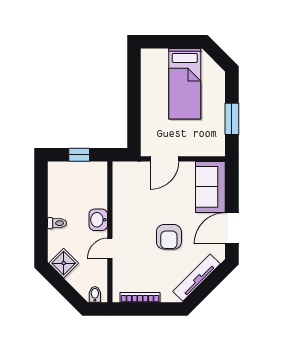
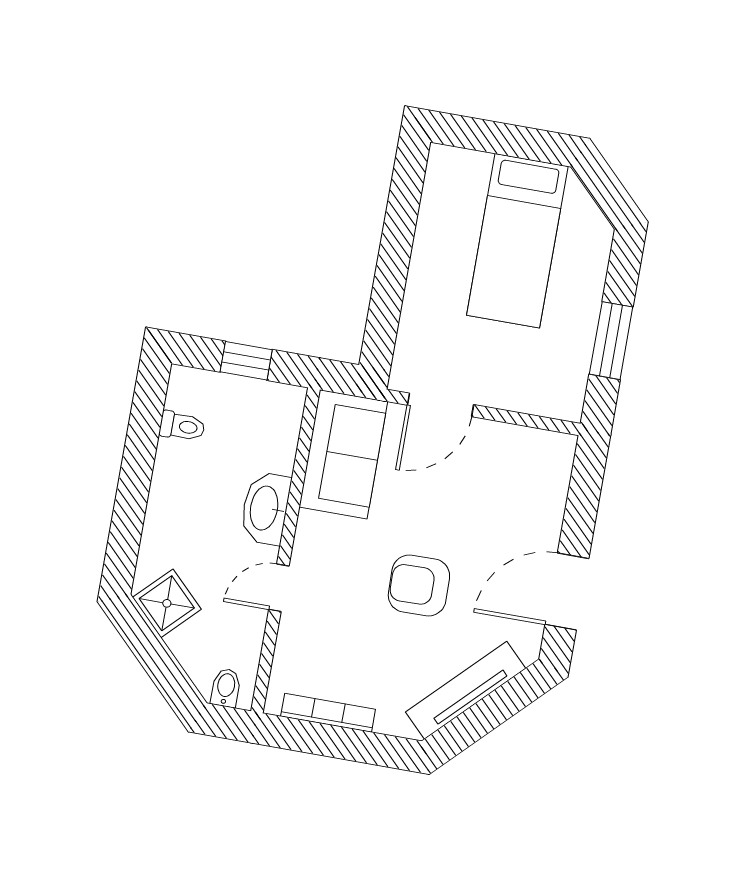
sofa: (210, 187) -> (343, 454), moved, turned 180
washbasin: (98, 220) -> (265, 508), width x1.38
toilet: (57, 223) -> (182, 426), moved
armchair: (169, 237) -> (419, 585), turned 89

